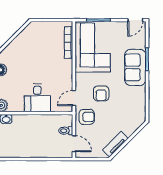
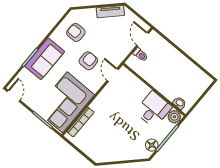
door: (135, 20) -> (14, 96), hinge flipped
desk: (37, 98) -> (153, 109), moved
door: (74, 98) -> (113, 75), swing flipped
armchair: (87, 117) -> (76, 32), moved

